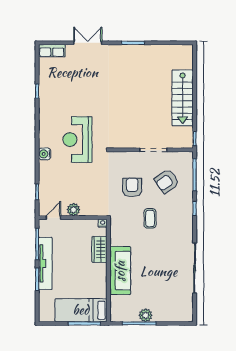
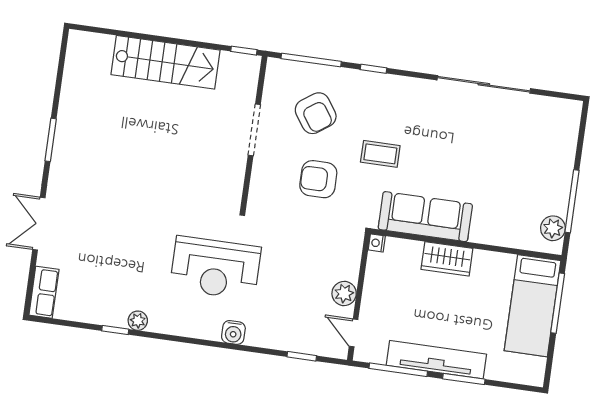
plant: (44, 102) -> (138, 321), added
wardrobe: (99, 249) -> (447, 259), moved
sofa: (120, 271) -> (425, 217), moved
plant: (146, 315) -> (553, 228), moved

